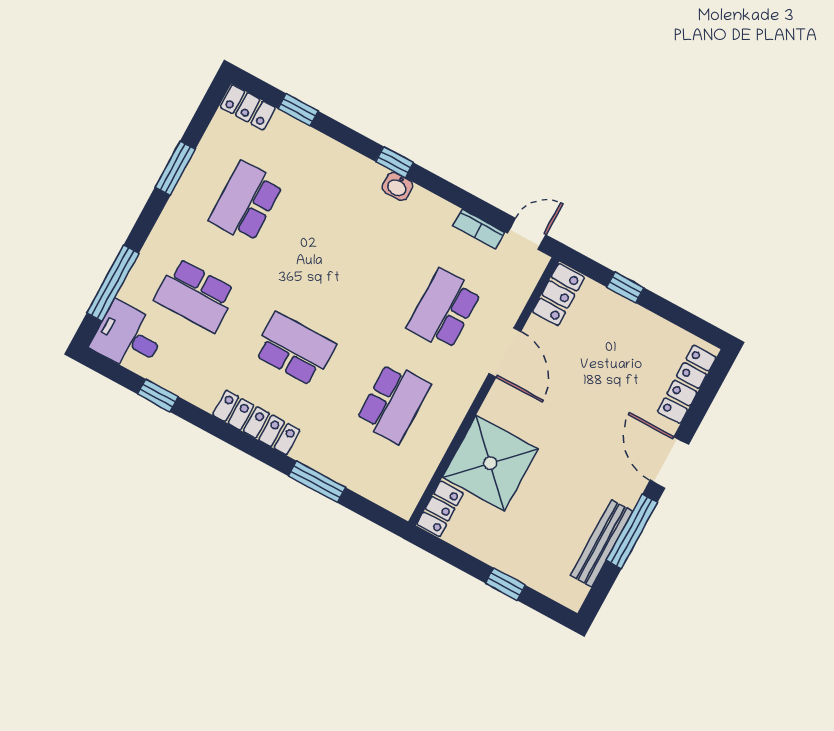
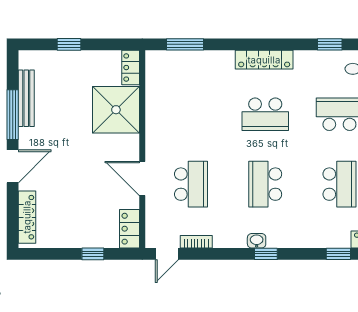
school desk: (393, 403) -> (265, 184), moved
door: (669, 462) -> (13, 166), hinge flipped
window: (317, 482) -> (185, 44), moved

